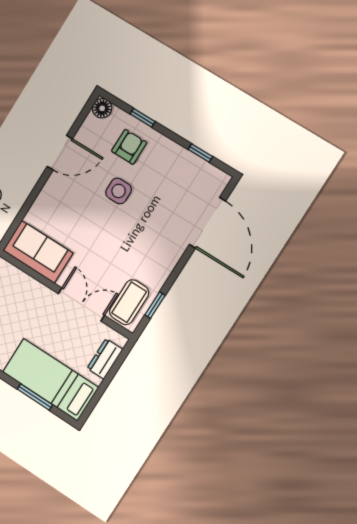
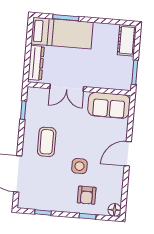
door: (60, 153) -> (128, 154), moved
coffee table: (129, 302) -> (47, 142), moved
dresser: (105, 359) -> (36, 63), width x1.44

